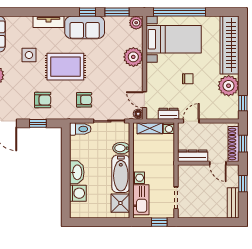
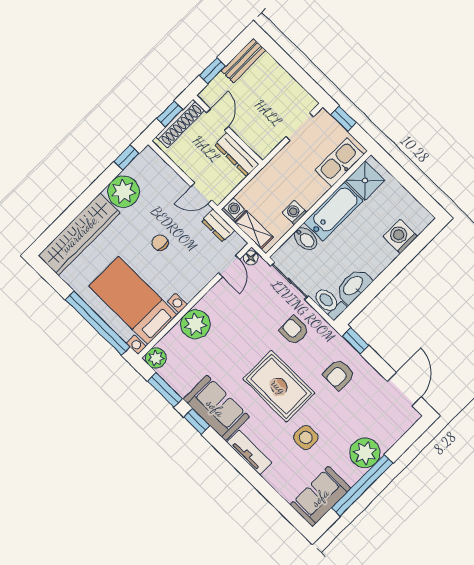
armchair: (43, 100) -> (339, 374), turned -90
window: (38, 123) -> (355, 341), moved
washbasin: (77, 172) -> (353, 286), moved
washing machine: (139, 178) -> (294, 213), moved

